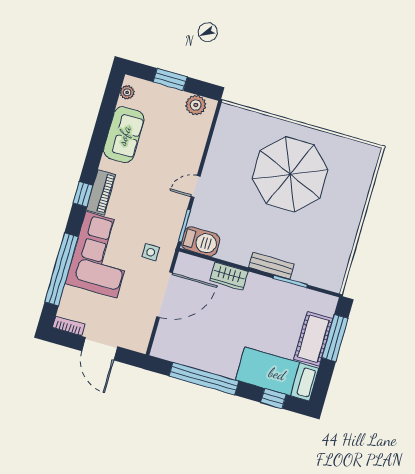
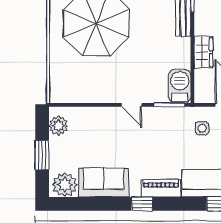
plant: (127, 92) -> (65, 185), width x1.88, depth x1.88
window: (83, 194) -> (142, 204), moved

